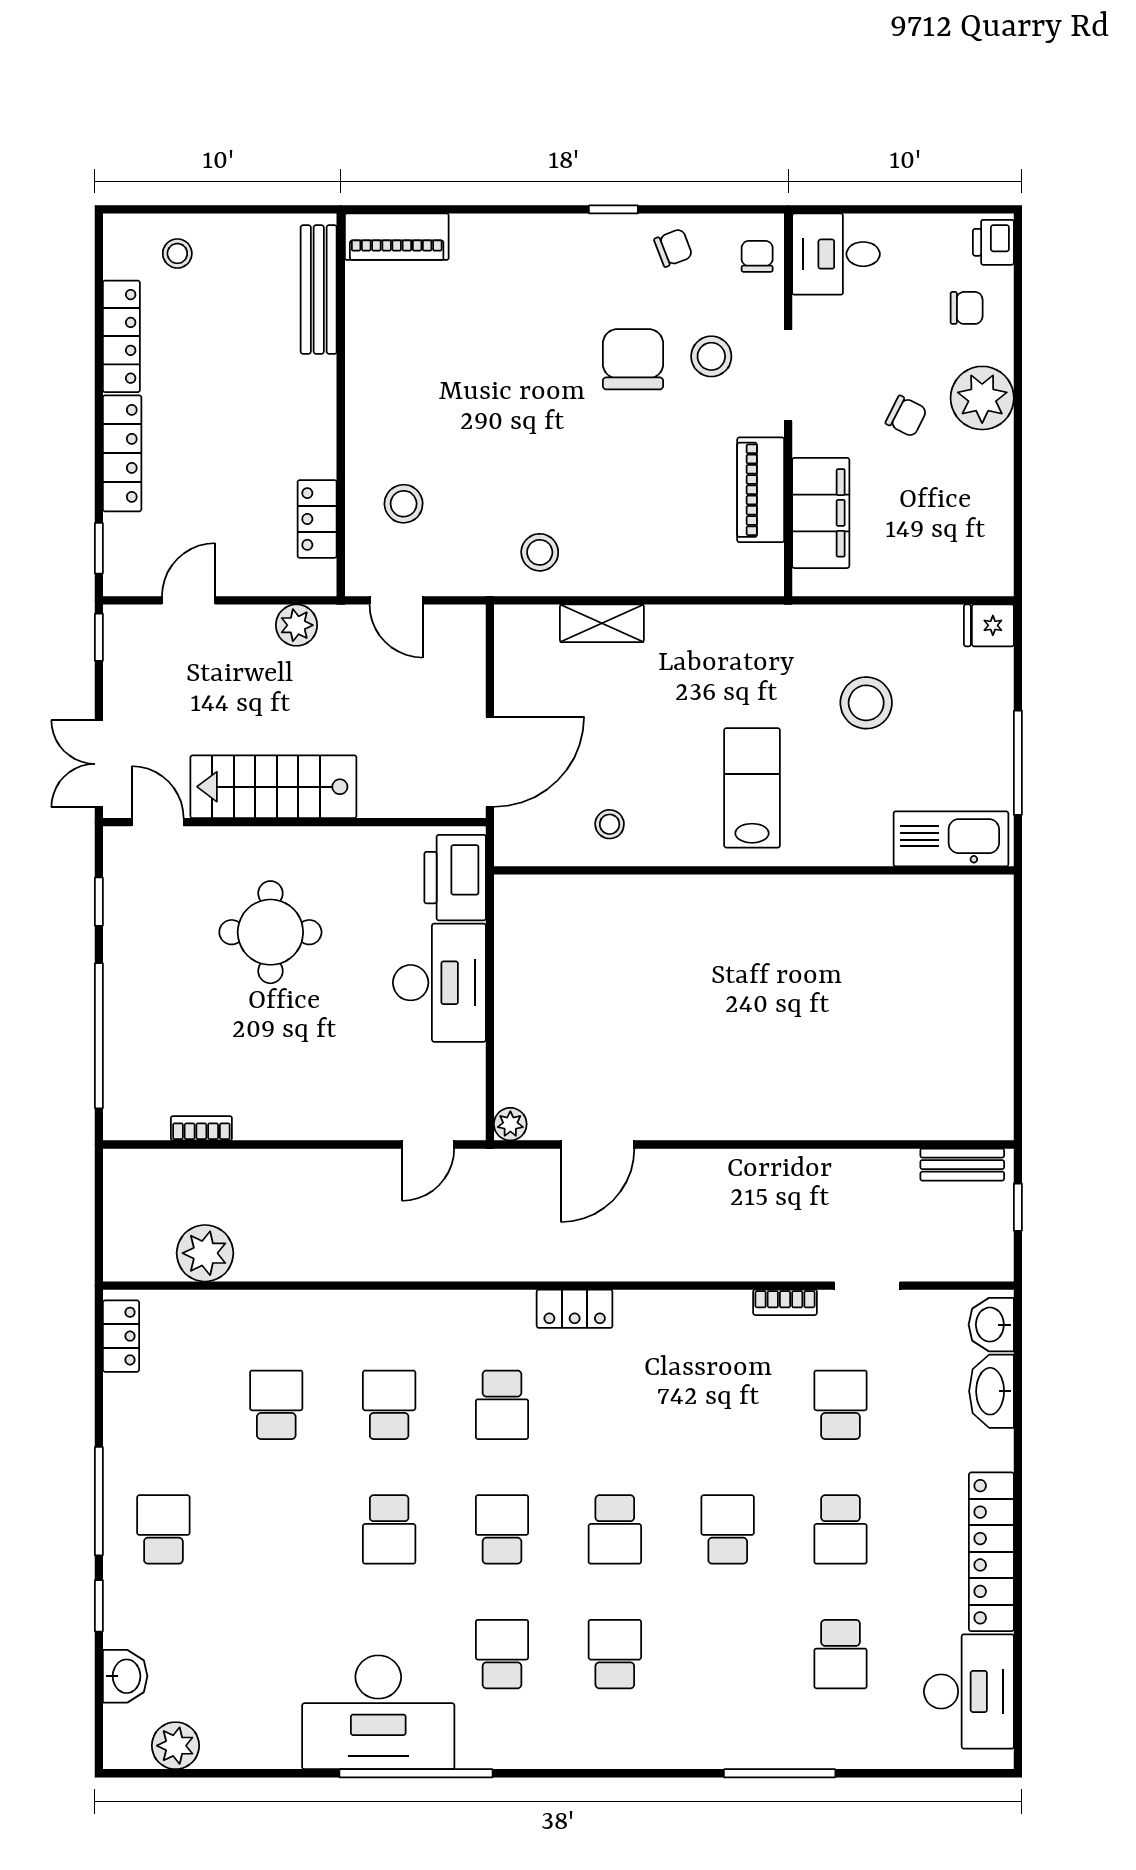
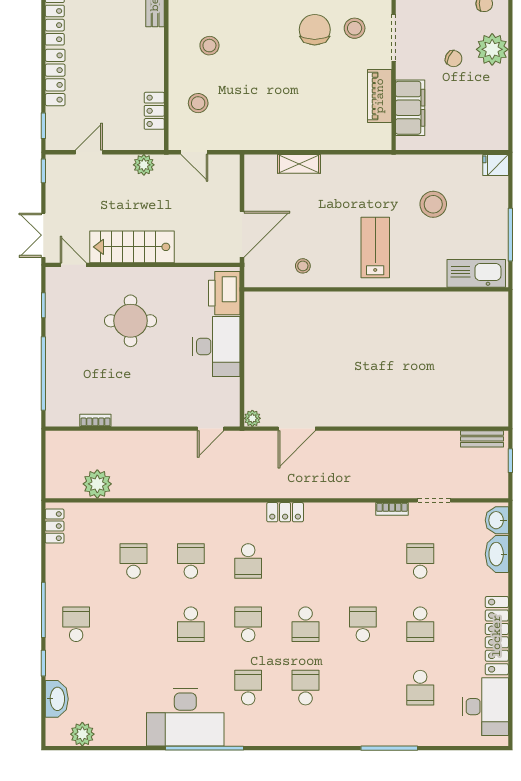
stool: (540, 552) -> (209, 46), moved
washbasin: (125, 1676) -> (57, 699), width x1.38

